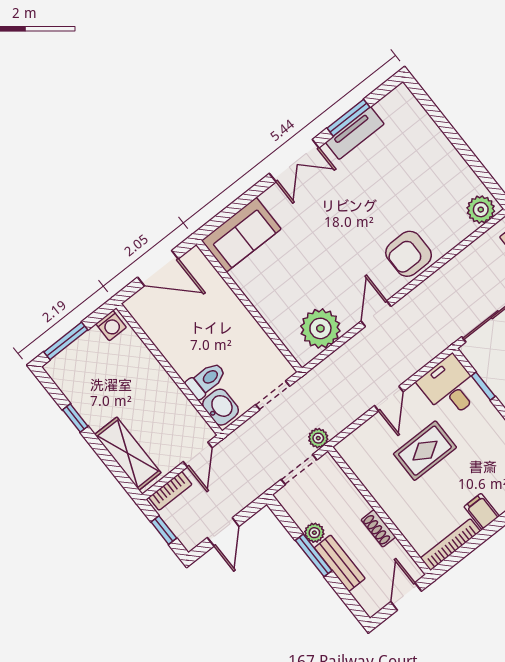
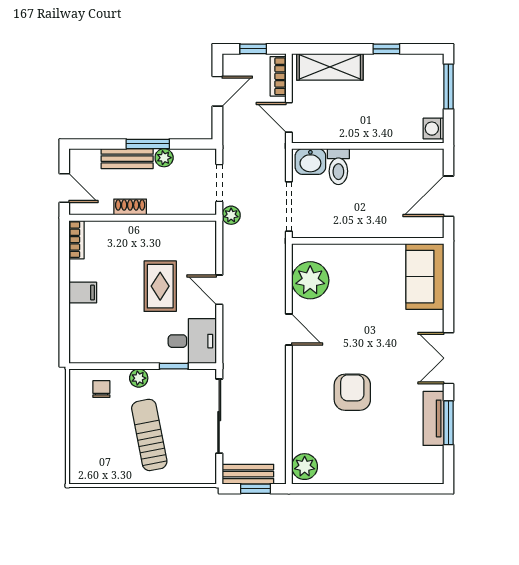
armchair: (409, 254) -> (352, 392), moved
doorway: (273, 395) -> (289, 207), width x1.38
door: (223, 532) -> (217, 91), swing flipped
bookcase: (450, 545) -> (77, 240), width x0.64

